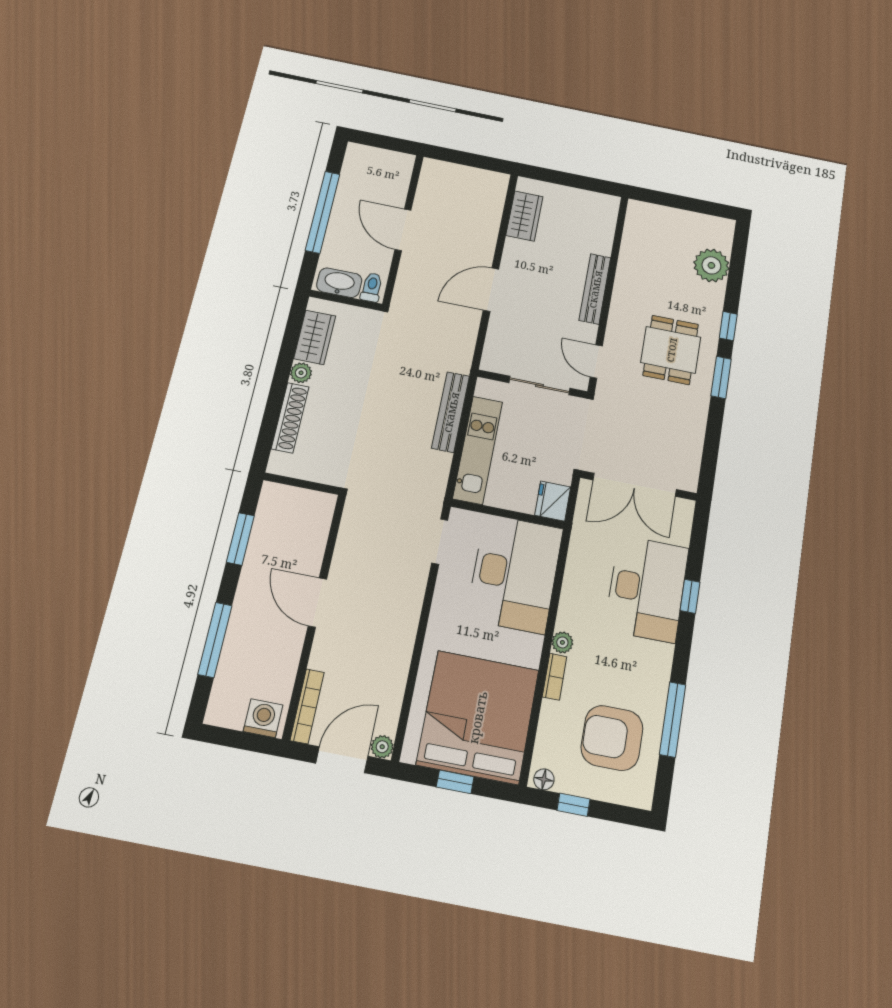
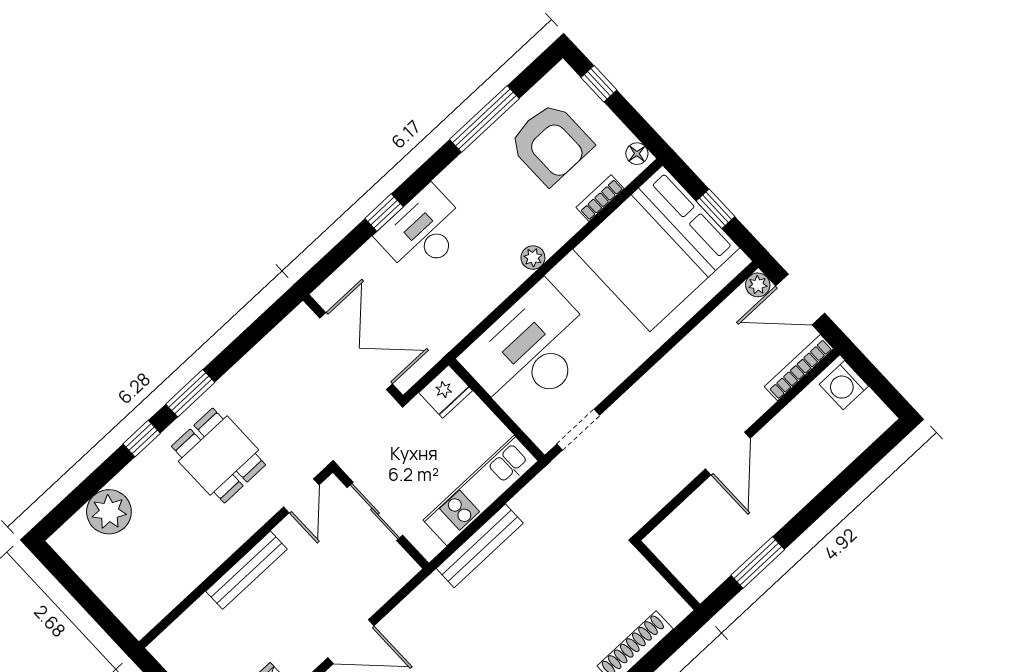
dining table: (671, 350) -> (219, 456), turned 90
desk: (647, 589) -> (423, 232), width x0.73, depth x0.77
window: (215, 640) -> (840, 485), removed
bookcase: (555, 677) -> (600, 198), moved
window: (574, 805) -> (599, 84), moved

